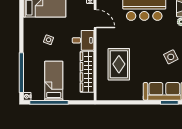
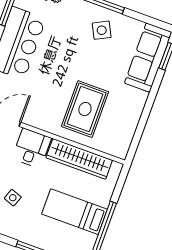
rug: (119, 64) -> (85, 109), turned 90

